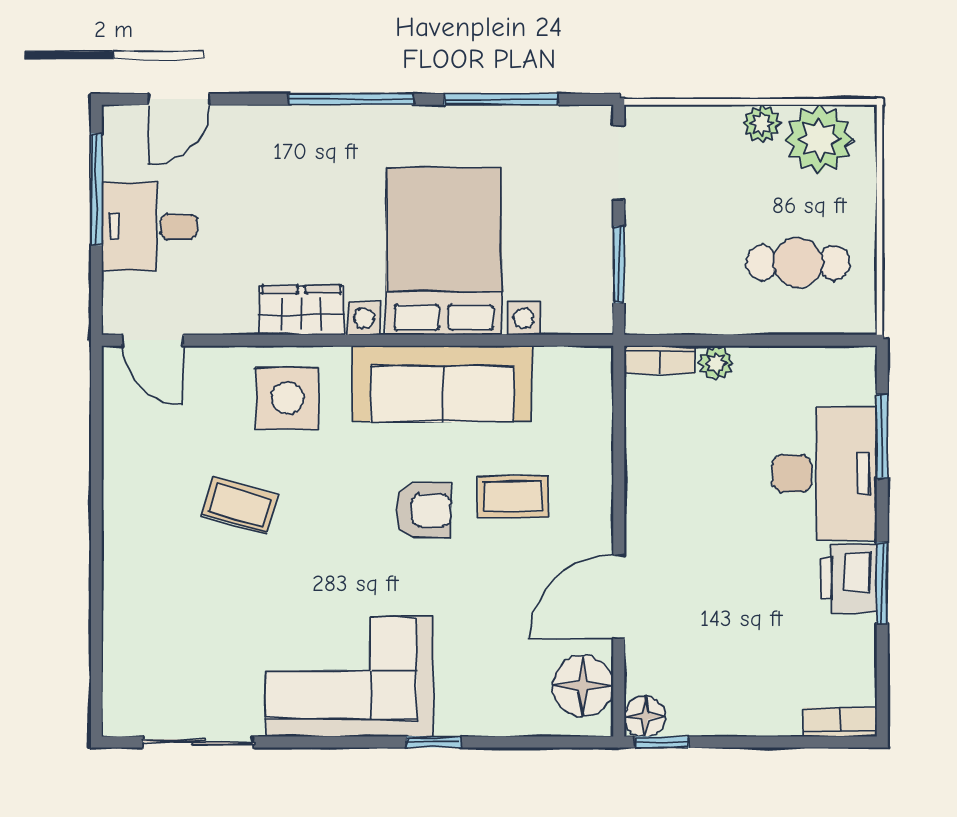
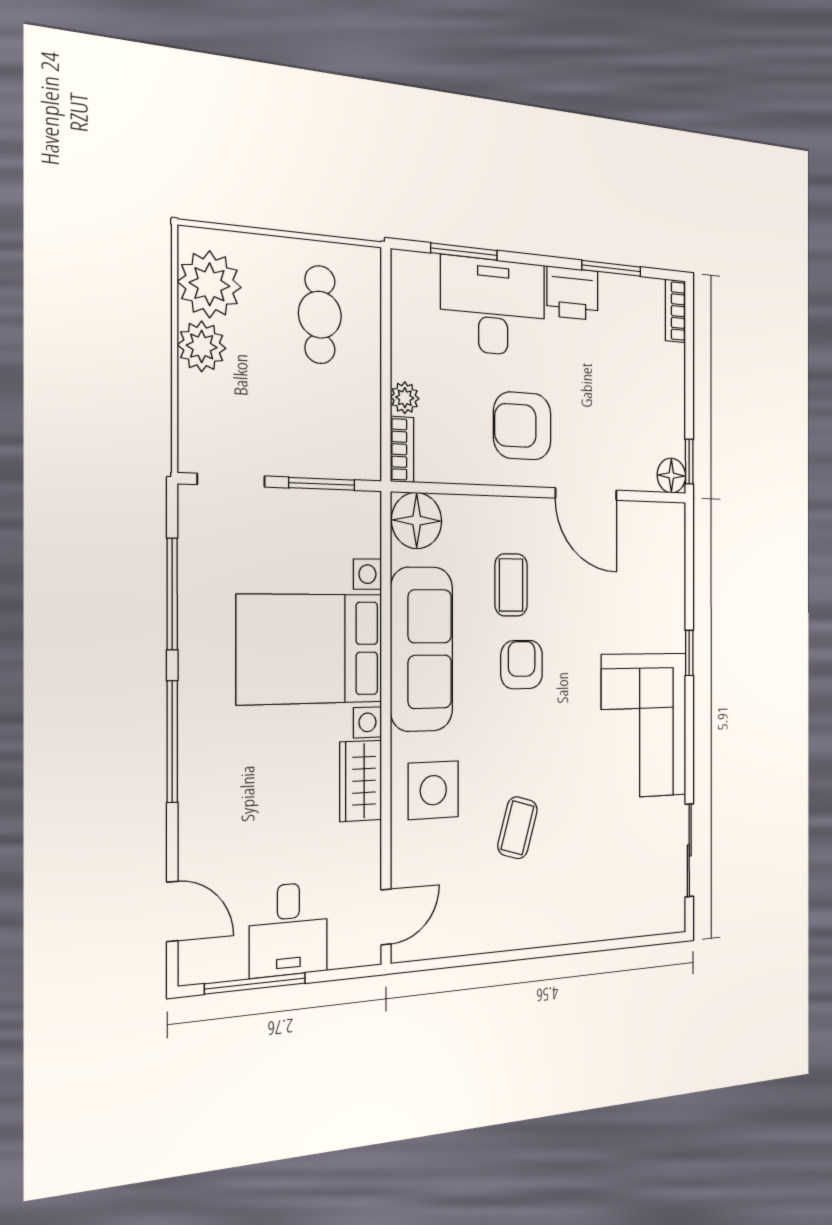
plant: (762, 124) -> (202, 346), width x1.38, depth x1.38
armchair: (693, 511) -> (522, 426), added
window: (882, 583) -> (611, 268), moved
floor lamp: (583, 686) -> (417, 521), moved

